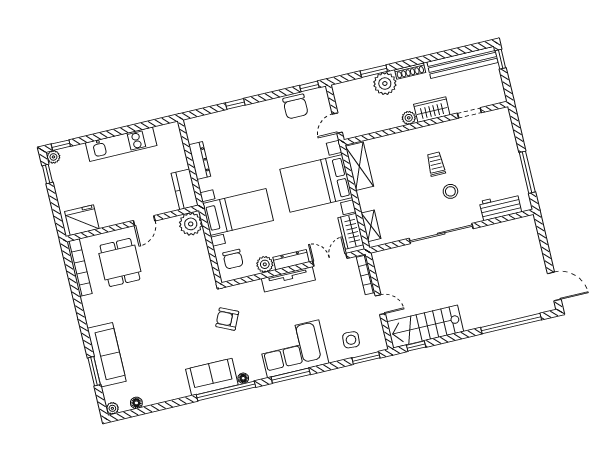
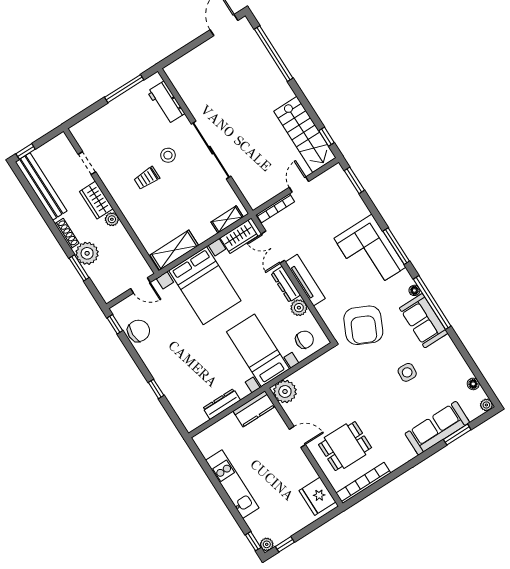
armchair: (227, 319) -> (363, 325), width x1.88, depth x1.88
side table: (351, 340) -> (407, 372), moved

